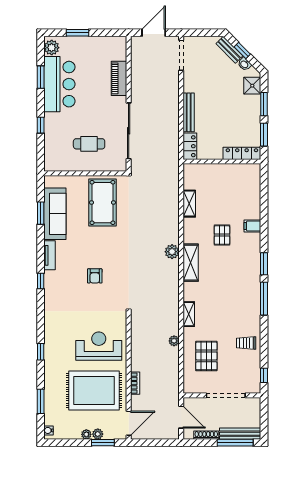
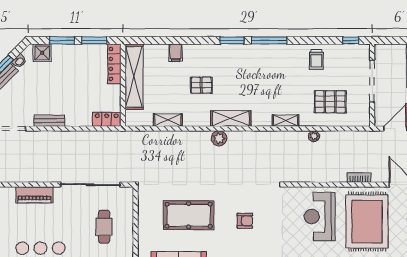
bench: (189, 112) -> (49, 121), moved, width x0.73
shelving: (230, 172) -> (134, 77), added
pool table: (102, 203) -> (189, 215), moved
filing cabinet: (252, 226) -> (176, 53), moved

